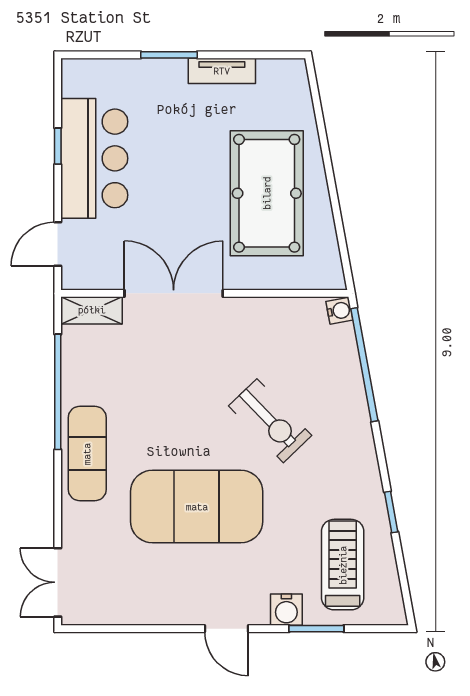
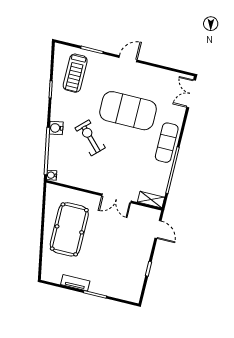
bar counter: (94, 158) -> (135, 260), removed
door: (58, 244) -> (158, 229), hinge flipped
double door: (174, 293) -> (116, 198), width x0.73
double door: (58, 582) -> (191, 94), swing flipped
water cooler: (286, 610) -> (56, 128), moved, turned -100
door: (226, 629) -> (128, 59), hinge flipped

